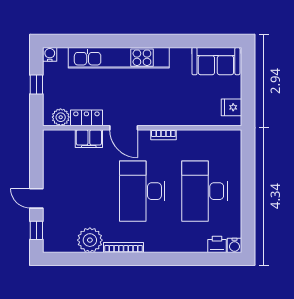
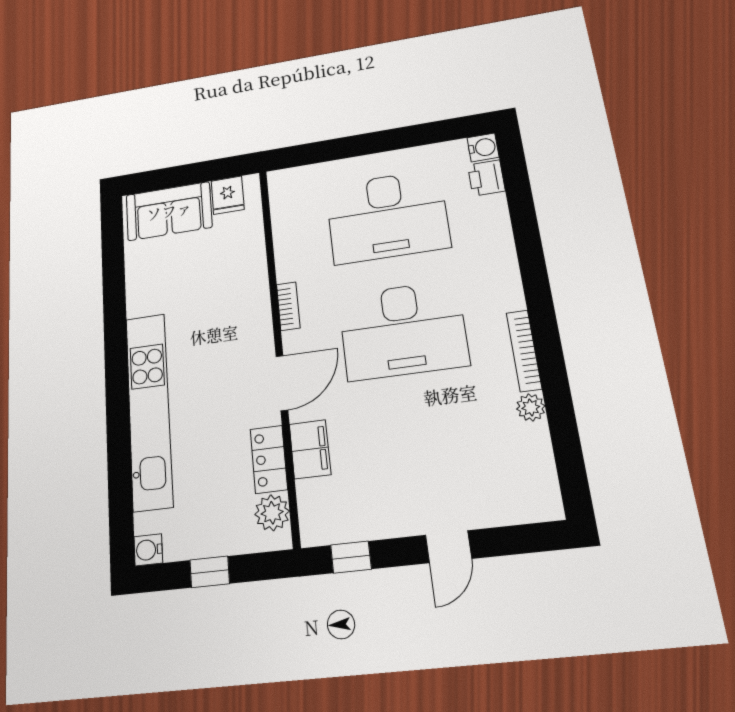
sofa: (216, 61) -> (169, 211), moved, turned 90
window: (36, 230) -> (351, 557), moved
plant: (90, 240) -> (531, 407), width x0.53, depth x0.53

